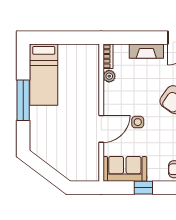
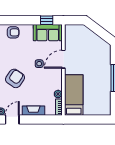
bed: (44, 75) -> (74, 95), moved
window: (143, 188) -> (47, 20), moved

